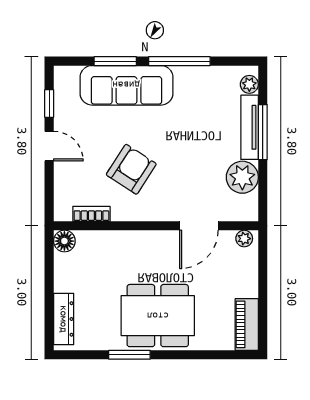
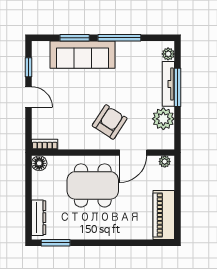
armchair: (131, 169) -> (110, 122), moved
bookcase: (91, 214) -> (45, 144), moved
dining table: (158, 316) -> (93, 185), moved
piano: (247, 324) -> (164, 215), width x1.37, depth x1.33
window: (129, 355) -> (56, 243), moved

